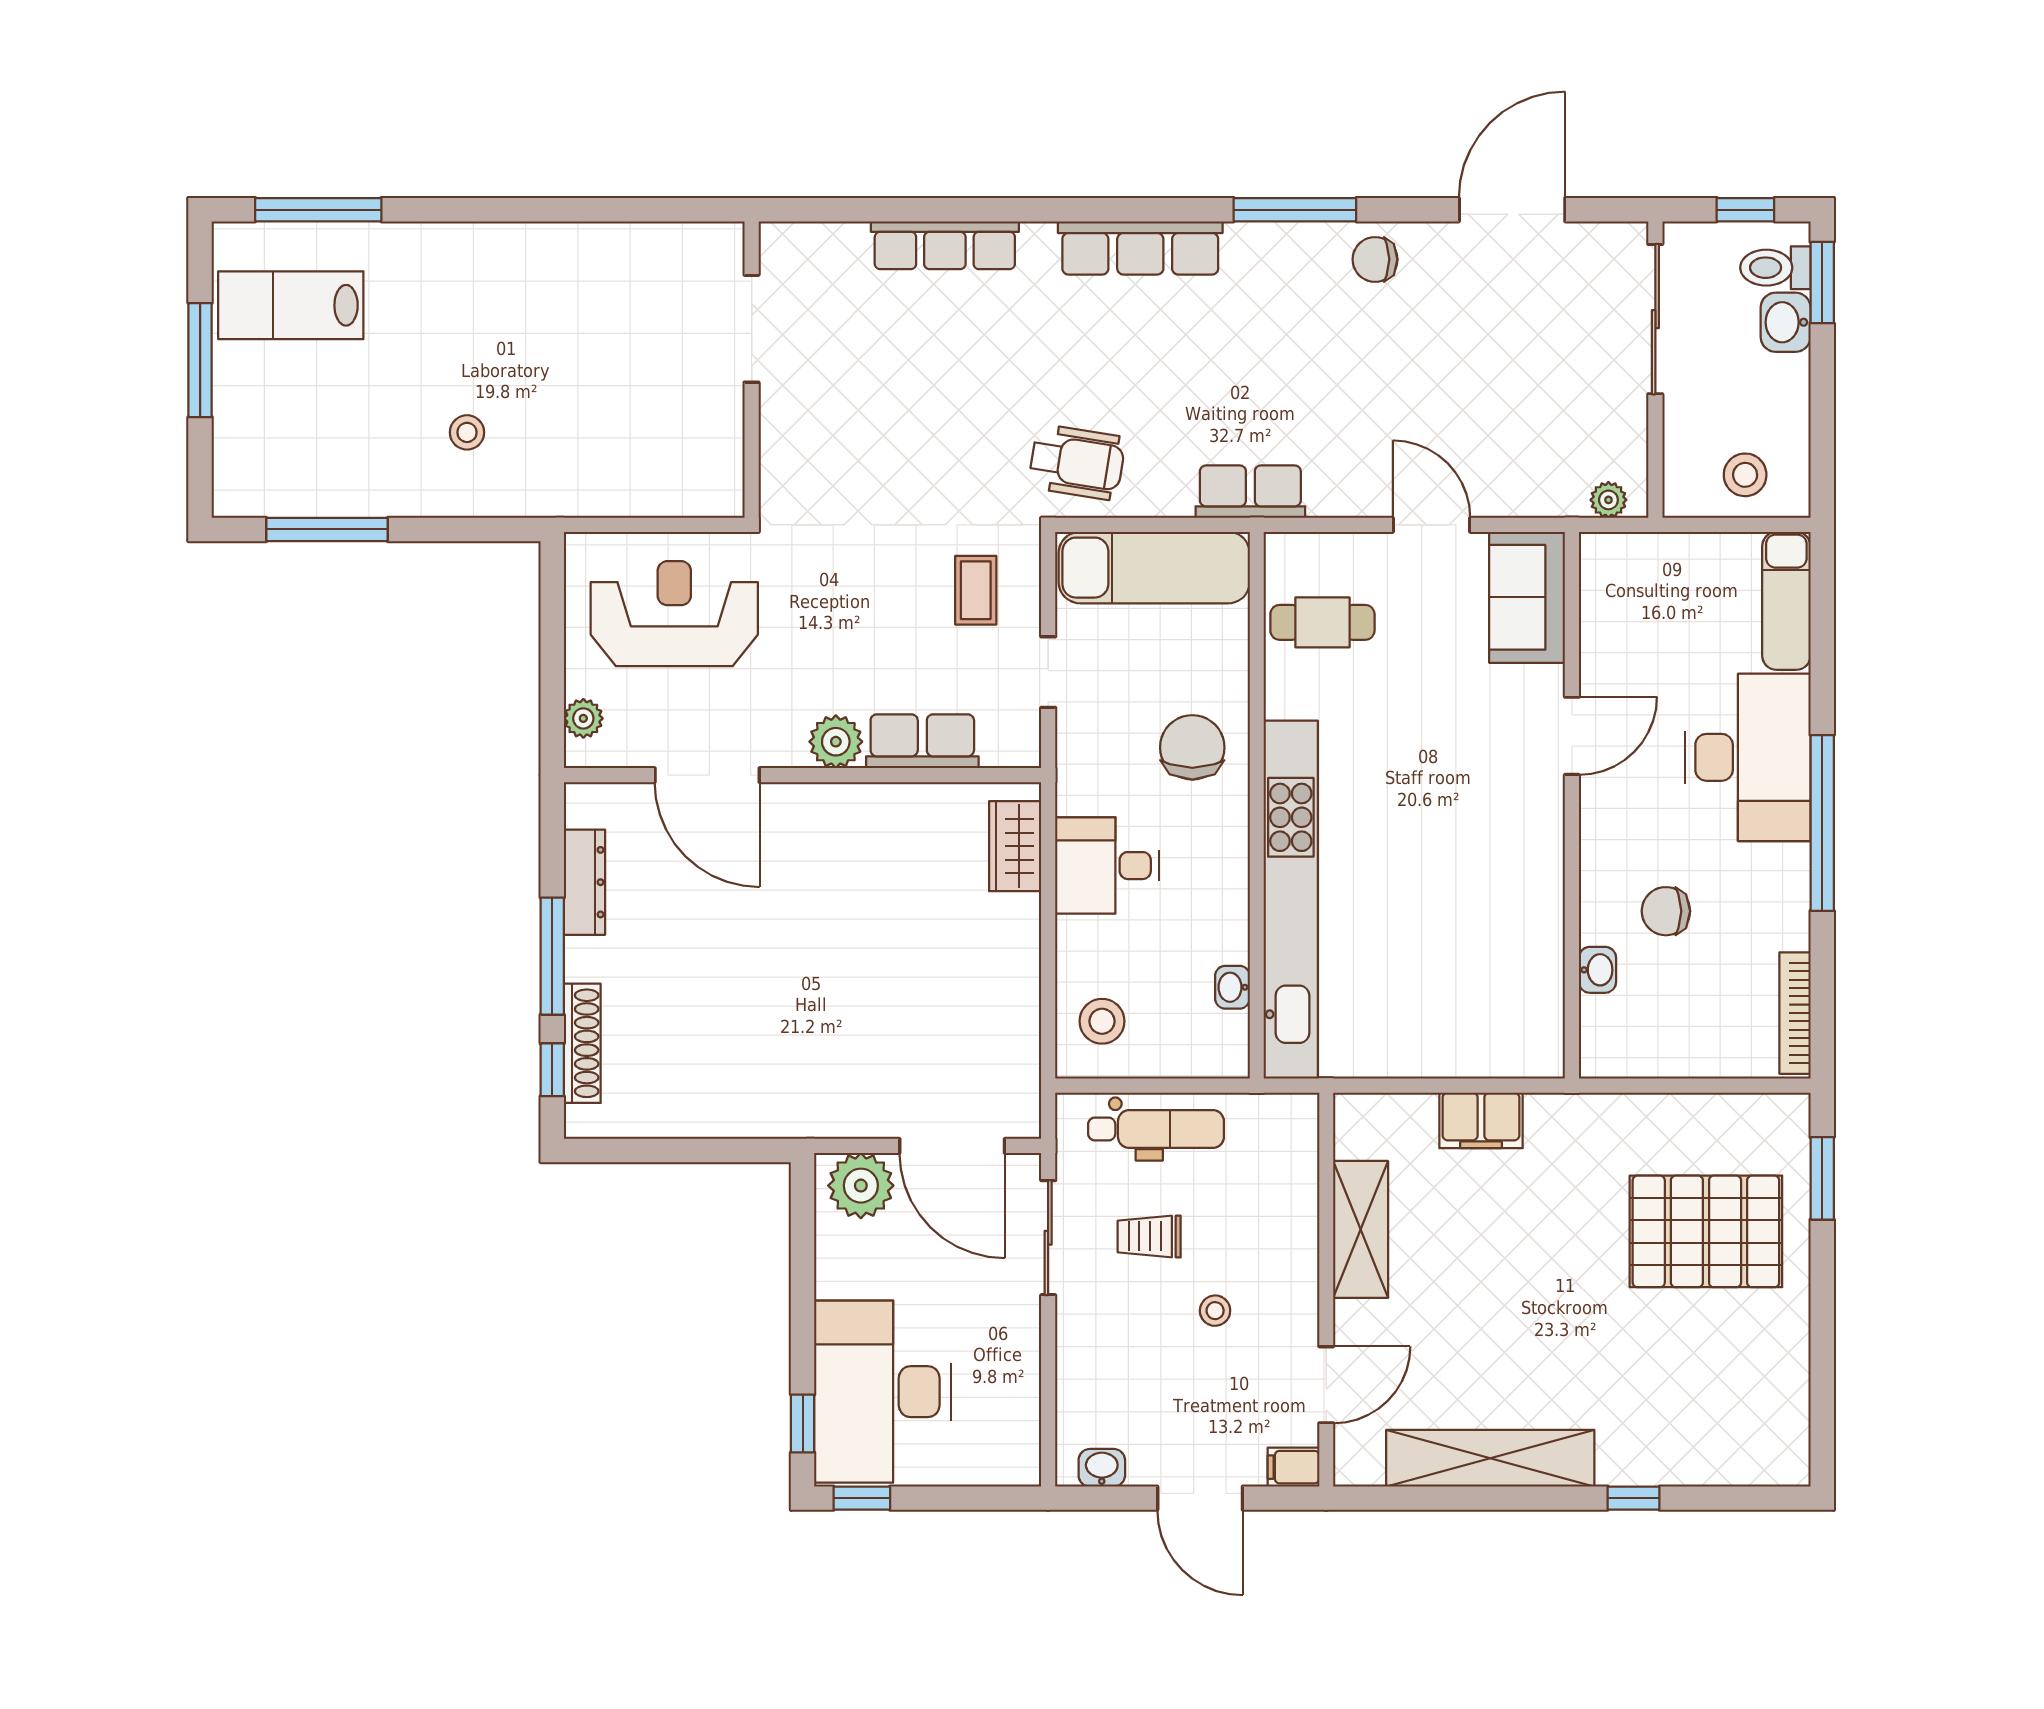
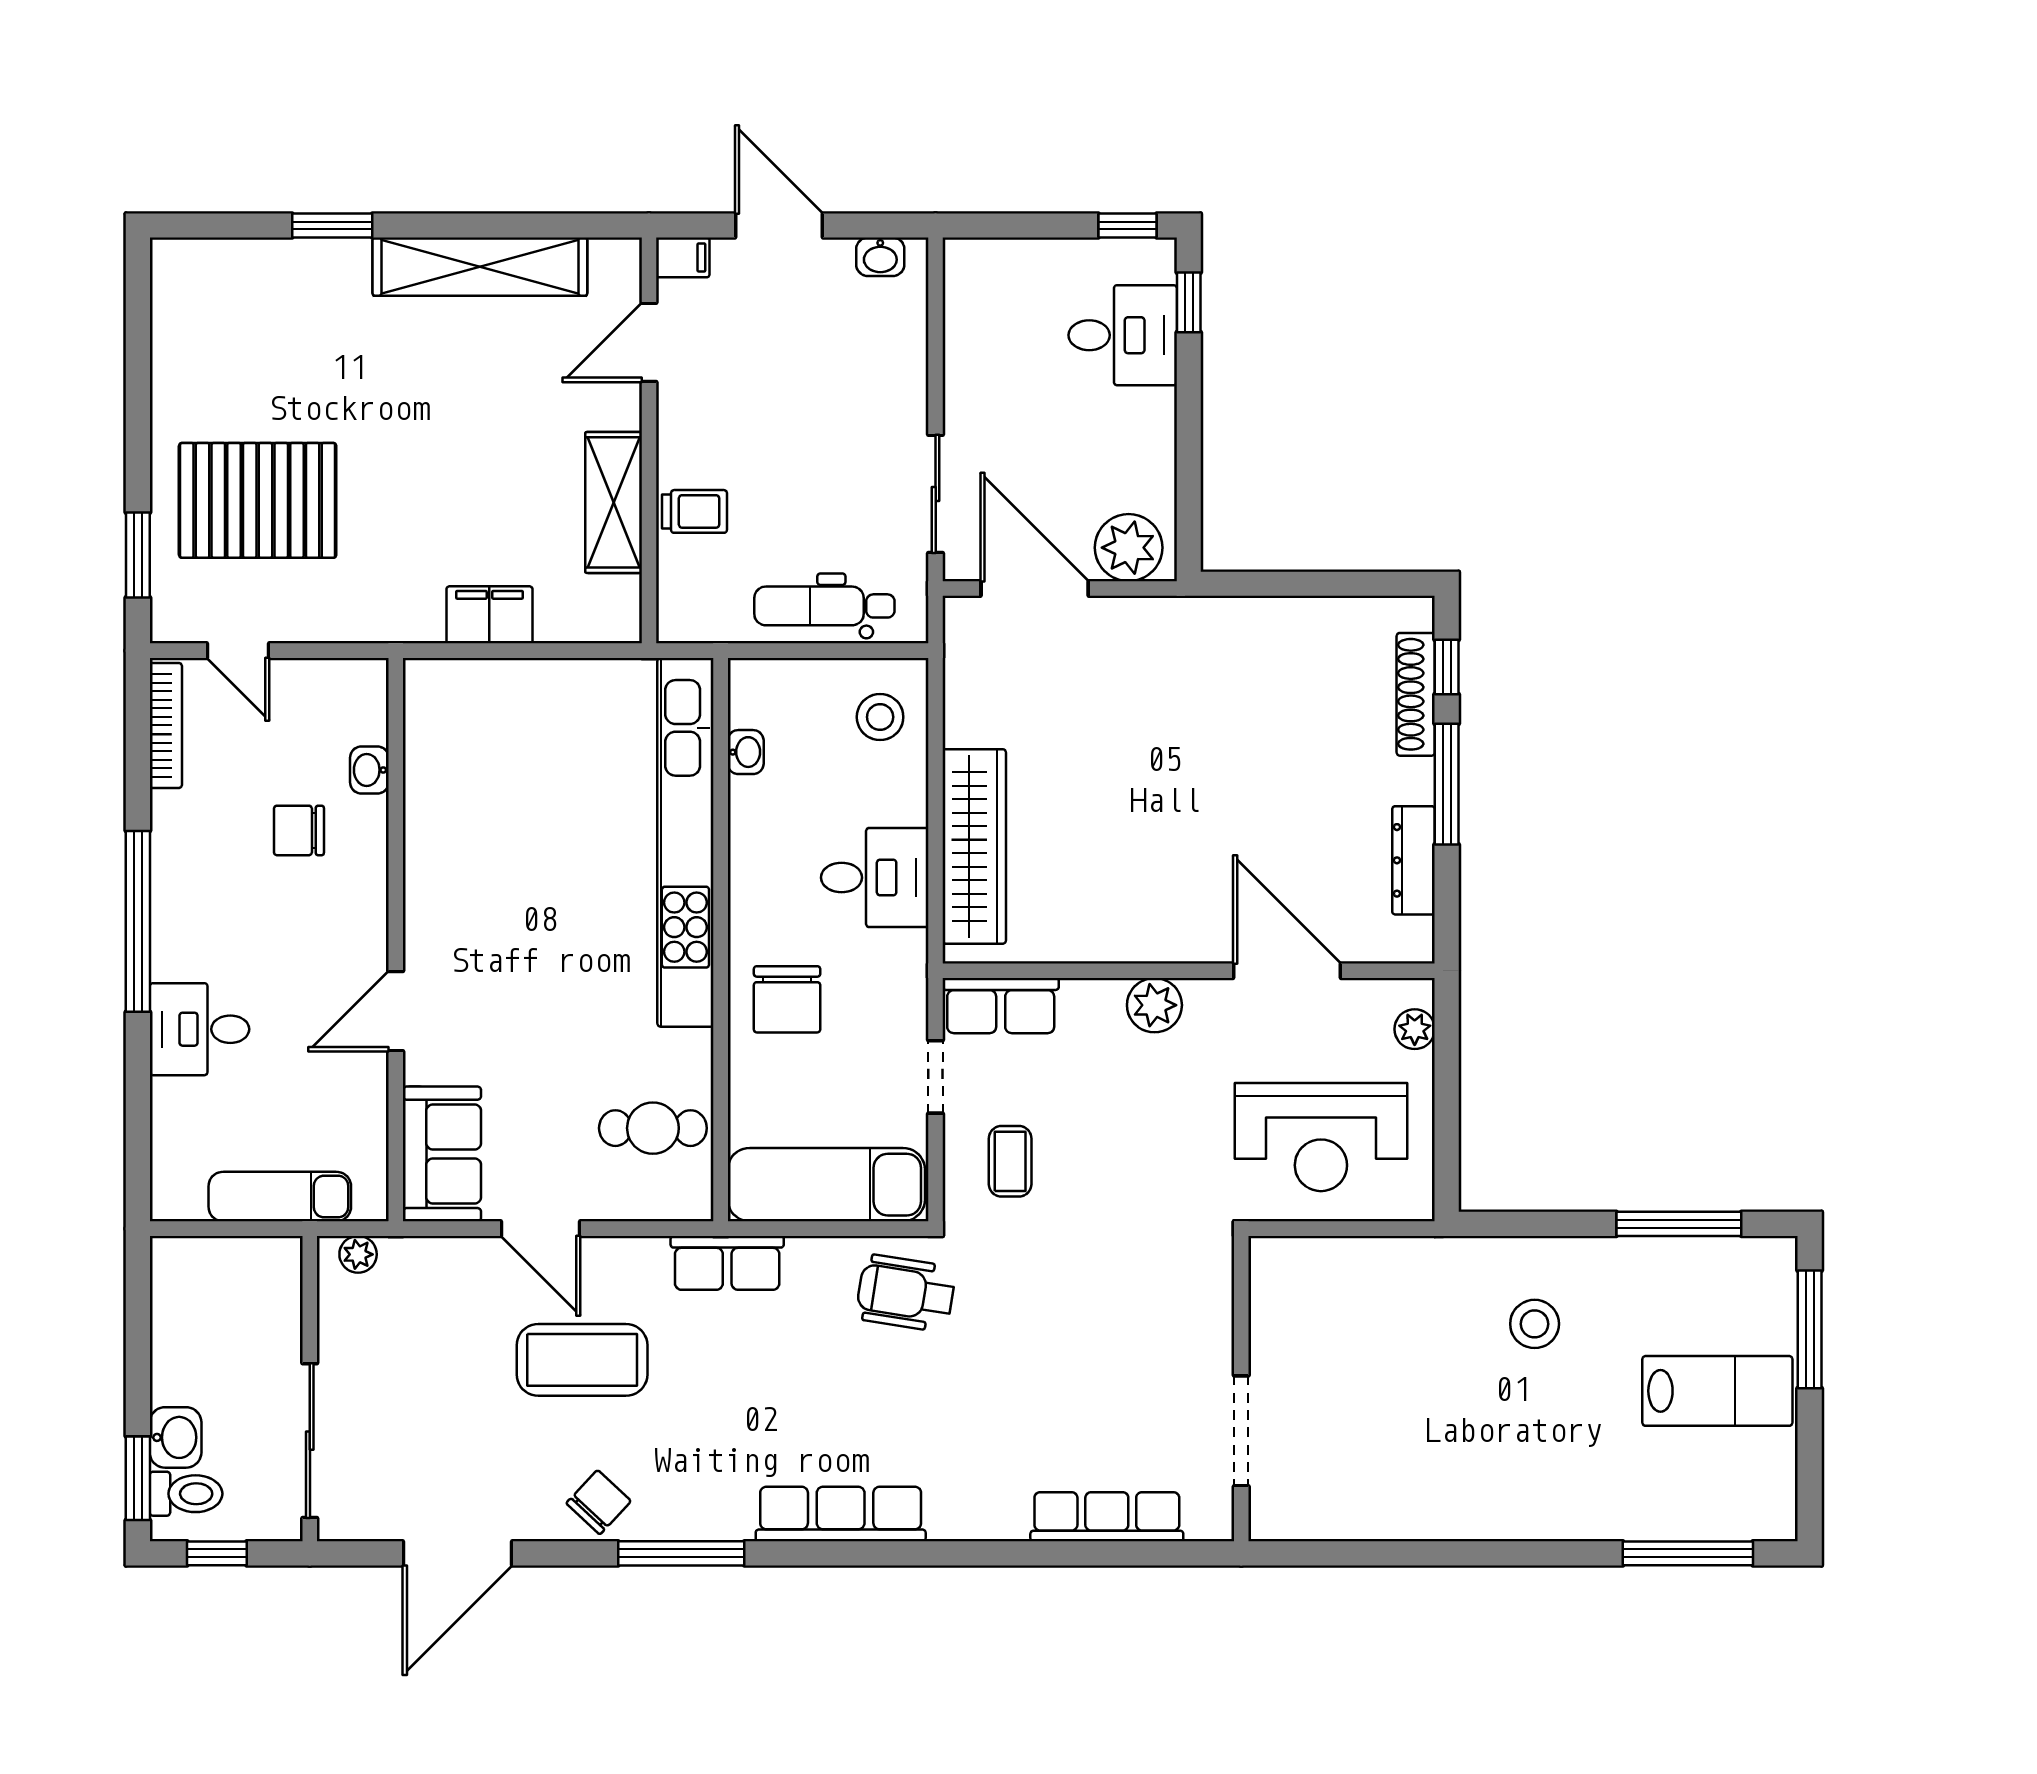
row of seats: (945, 245) -> (1107, 1517), moved
chair: (1375, 259) -> (599, 1502), turned -47
lab bench: (291, 305) -> (1717, 1391), moved
window: (200, 360) -> (1810, 1329), moved
coffee table: (1391, 398) -> (582, 1360), added
stool: (467, 432) -> (1535, 1324), width x1.37, depth x1.37
stool: (1745, 475) -> (217, 1280), removed
exam couch: (1786, 601) -> (280, 1197), moved, turned -90
row of seats: (922, 741) -> (1001, 1006), moved
desk: (1748, 757) -> (199, 1029), width x0.53, depth x0.77
wardrobe: (1015, 846) -> (974, 846), width x2.10, depth x1.17
chair: (1666, 911) -> (299, 830), turned 180
door: (1725, 1086) -> (238, 651), added
trolley: (1149, 1236) -> (694, 511), moved
stool: (1215, 1311) -> (764, 419), removed
desk: (882, 1392) -> (1123, 335), width x0.53, depth x0.77
window: (1634, 1498) -> (332, 225), width x1.50

